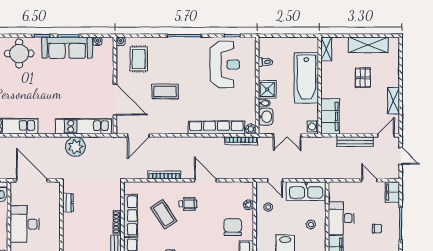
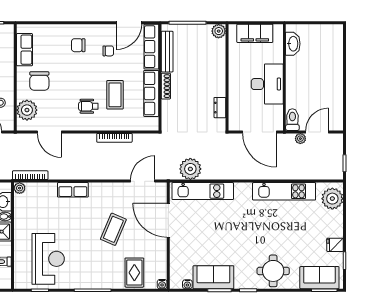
sofa: (67, 48) -> (213, 277), width x0.73
rug: (139, 59) -> (134, 273), moved
reception desk: (225, 64) -> (48, 259), turned 180
coffee table: (165, 91) -> (113, 229), turned -67
row of seats: (216, 128) -> (73, 190), width x0.50
plant: (75, 147) -> (190, 169), moved
door: (205, 180) -> (49, 132), moved
plant: (248, 205) -> (27, 110), width x1.87, depth x1.87
coffee table: (164, 214) -> (115, 95), turned 33

